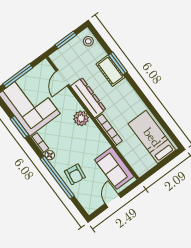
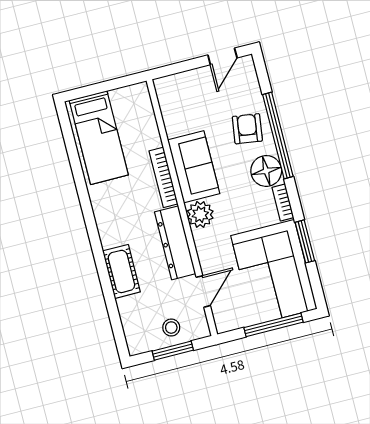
stool: (88, 41) -> (171, 328), moved
window: (118, 63) -> (105, 278), removed
floor lamp: (50, 155) -> (266, 171), width x1.89, depth x1.89
sofa: (114, 168) -> (194, 167), moved
door: (113, 201) -> (222, 56), moved

